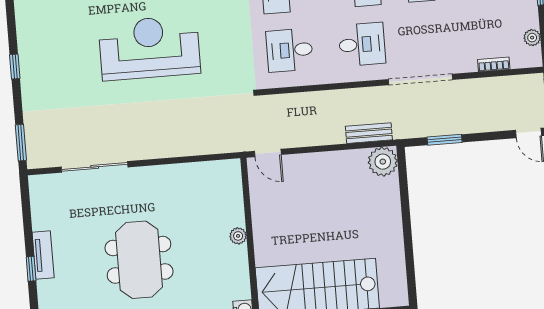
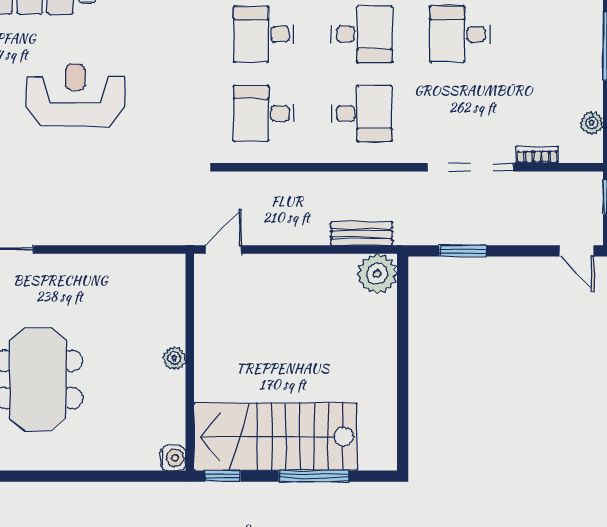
reception desk: (149, 48) -> (75, 95), width x0.74, depth x0.77
doorway: (420, 80) -> (471, 167), moved
door: (268, 153) -> (223, 250), swing flipped

